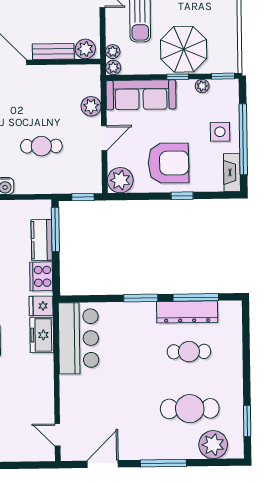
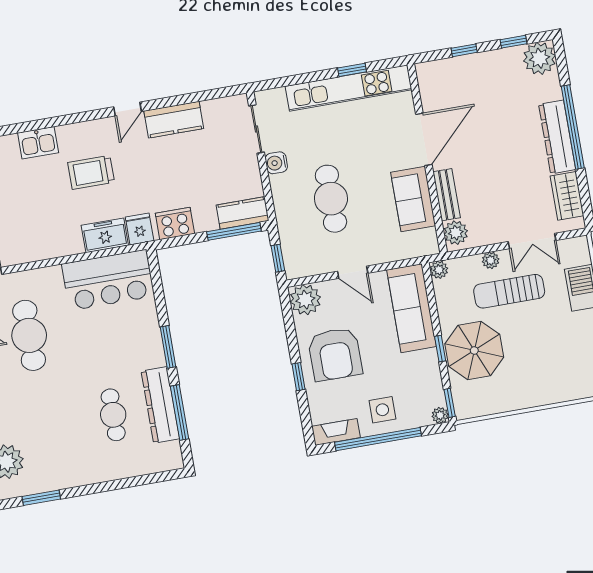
plant: (113, 52) -> (491, 260), moved
sofa: (52, 79) -> (413, 199), added
plant: (202, 86) -> (440, 415), moved
plant: (91, 106) -> (388, 251), removed
cafe table: (41, 146) -> (331, 199), width x1.37, depth x1.35
kitchen counter: (42, 240) -> (243, 213), moved
cafe table: (190, 409) -> (29, 335), moved

